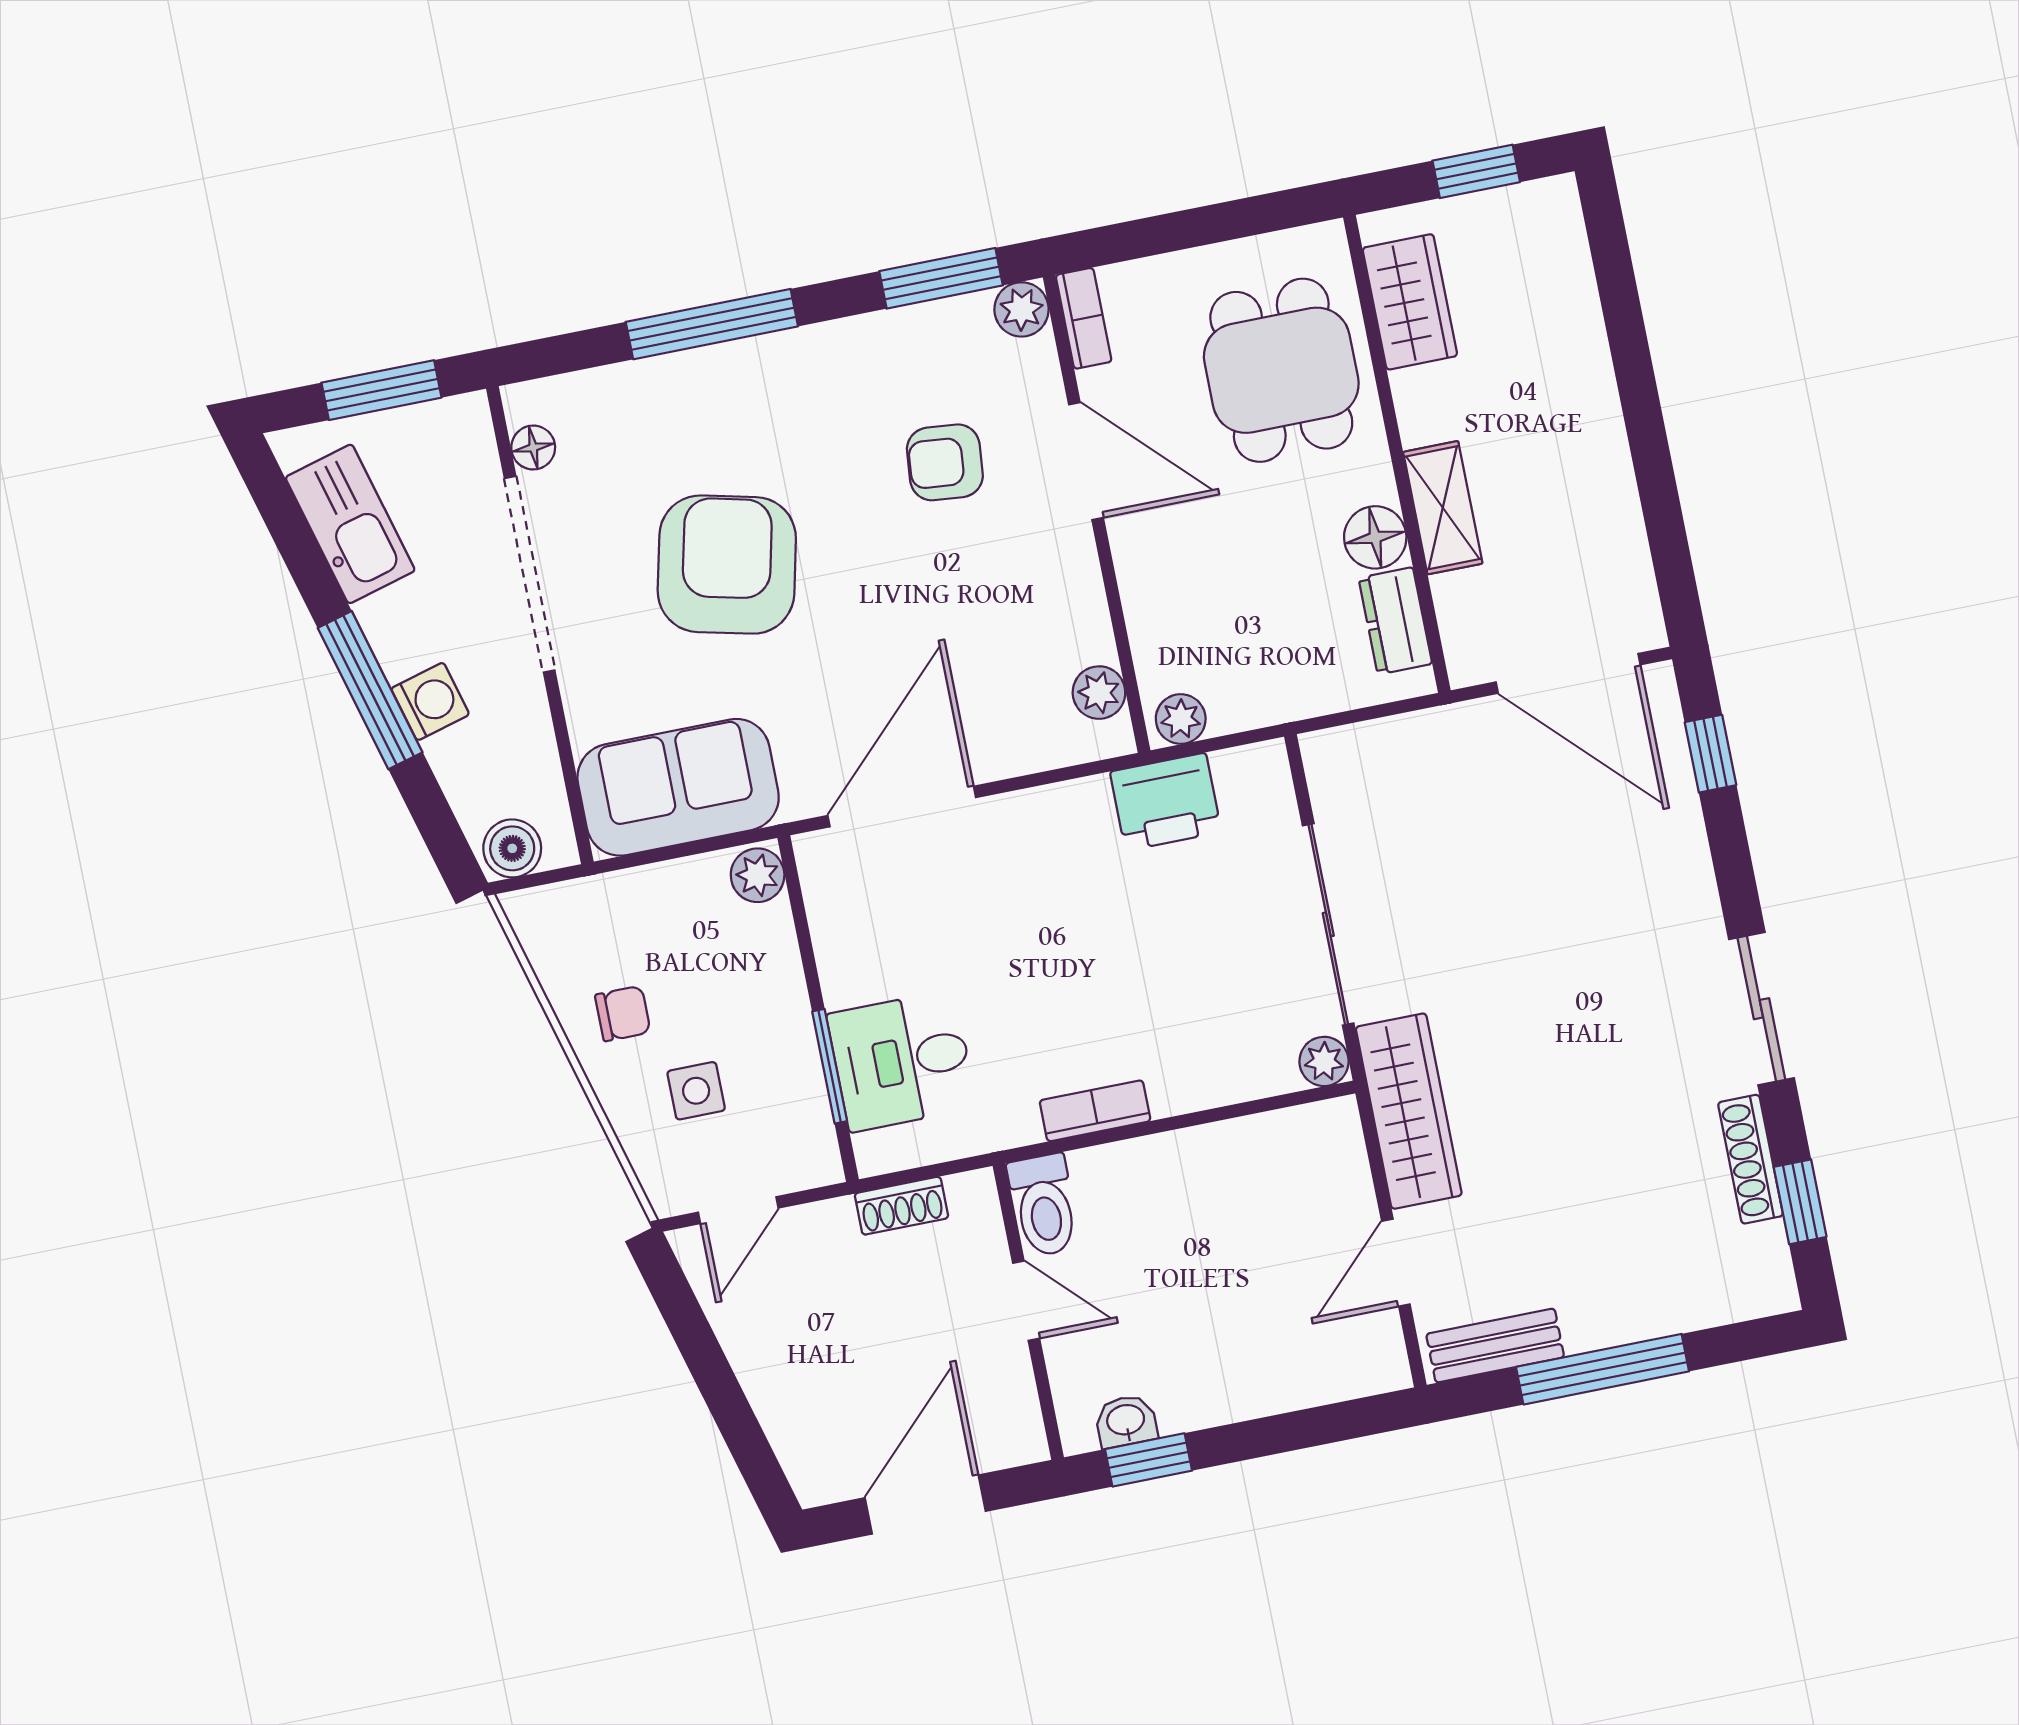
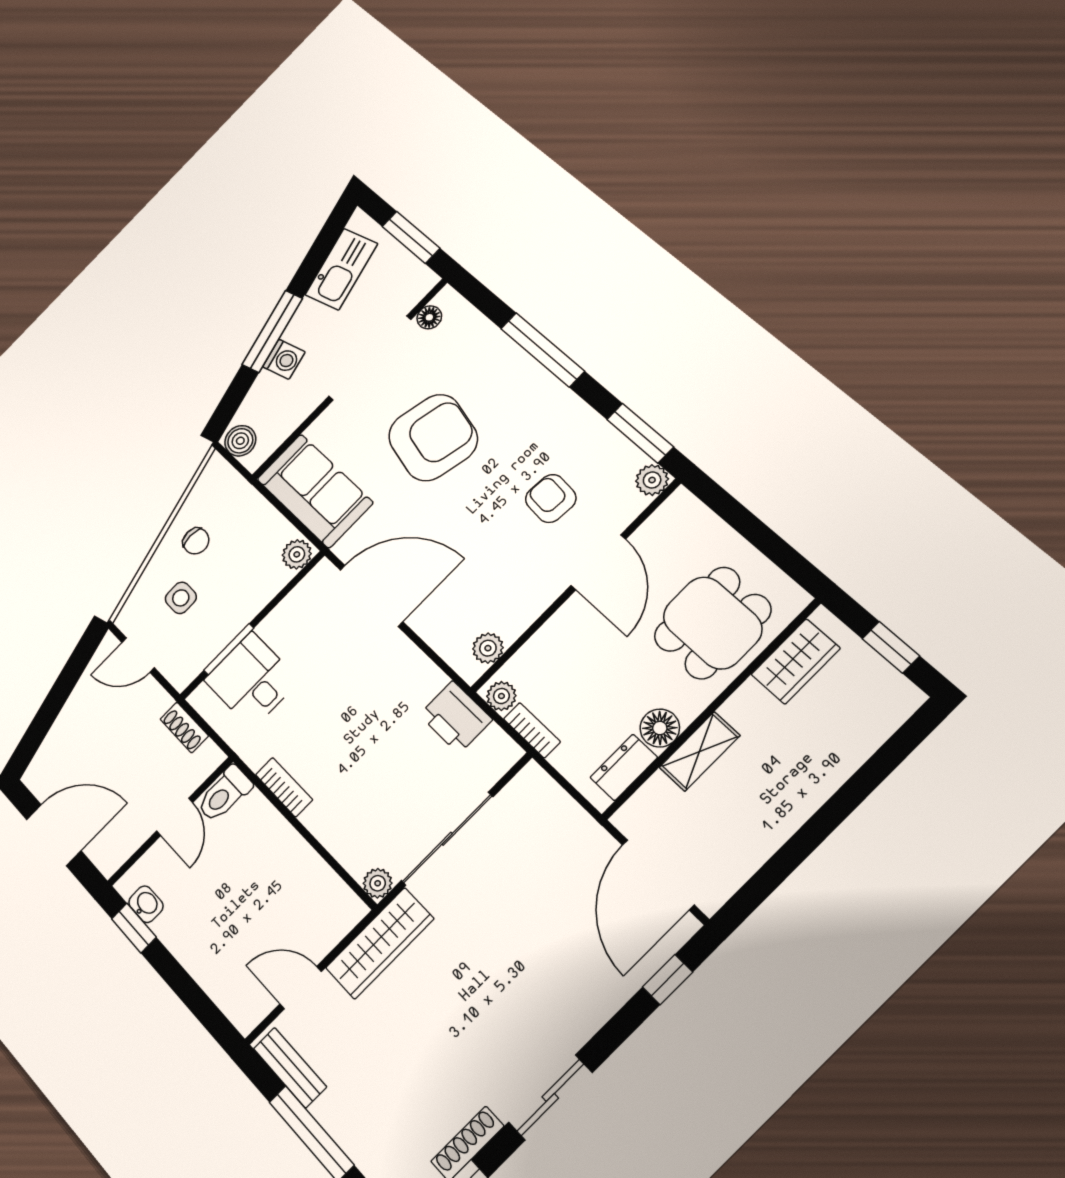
bookcase: (1084, 318) -> (532, 730), moved, turned -90

